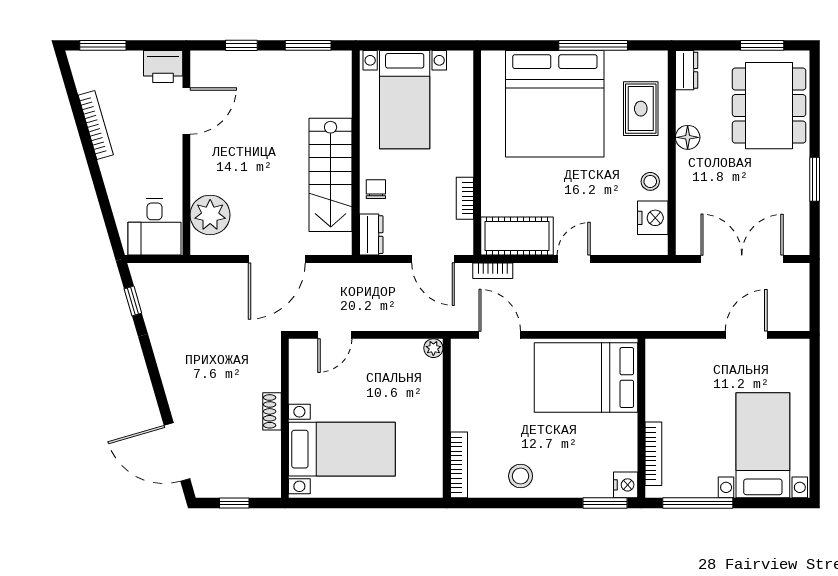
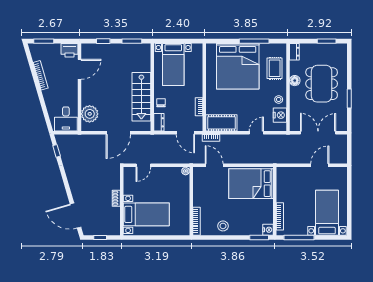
dining table: (769, 106) -> (322, 84), moved
door: (574, 259) -> (256, 133), moved

